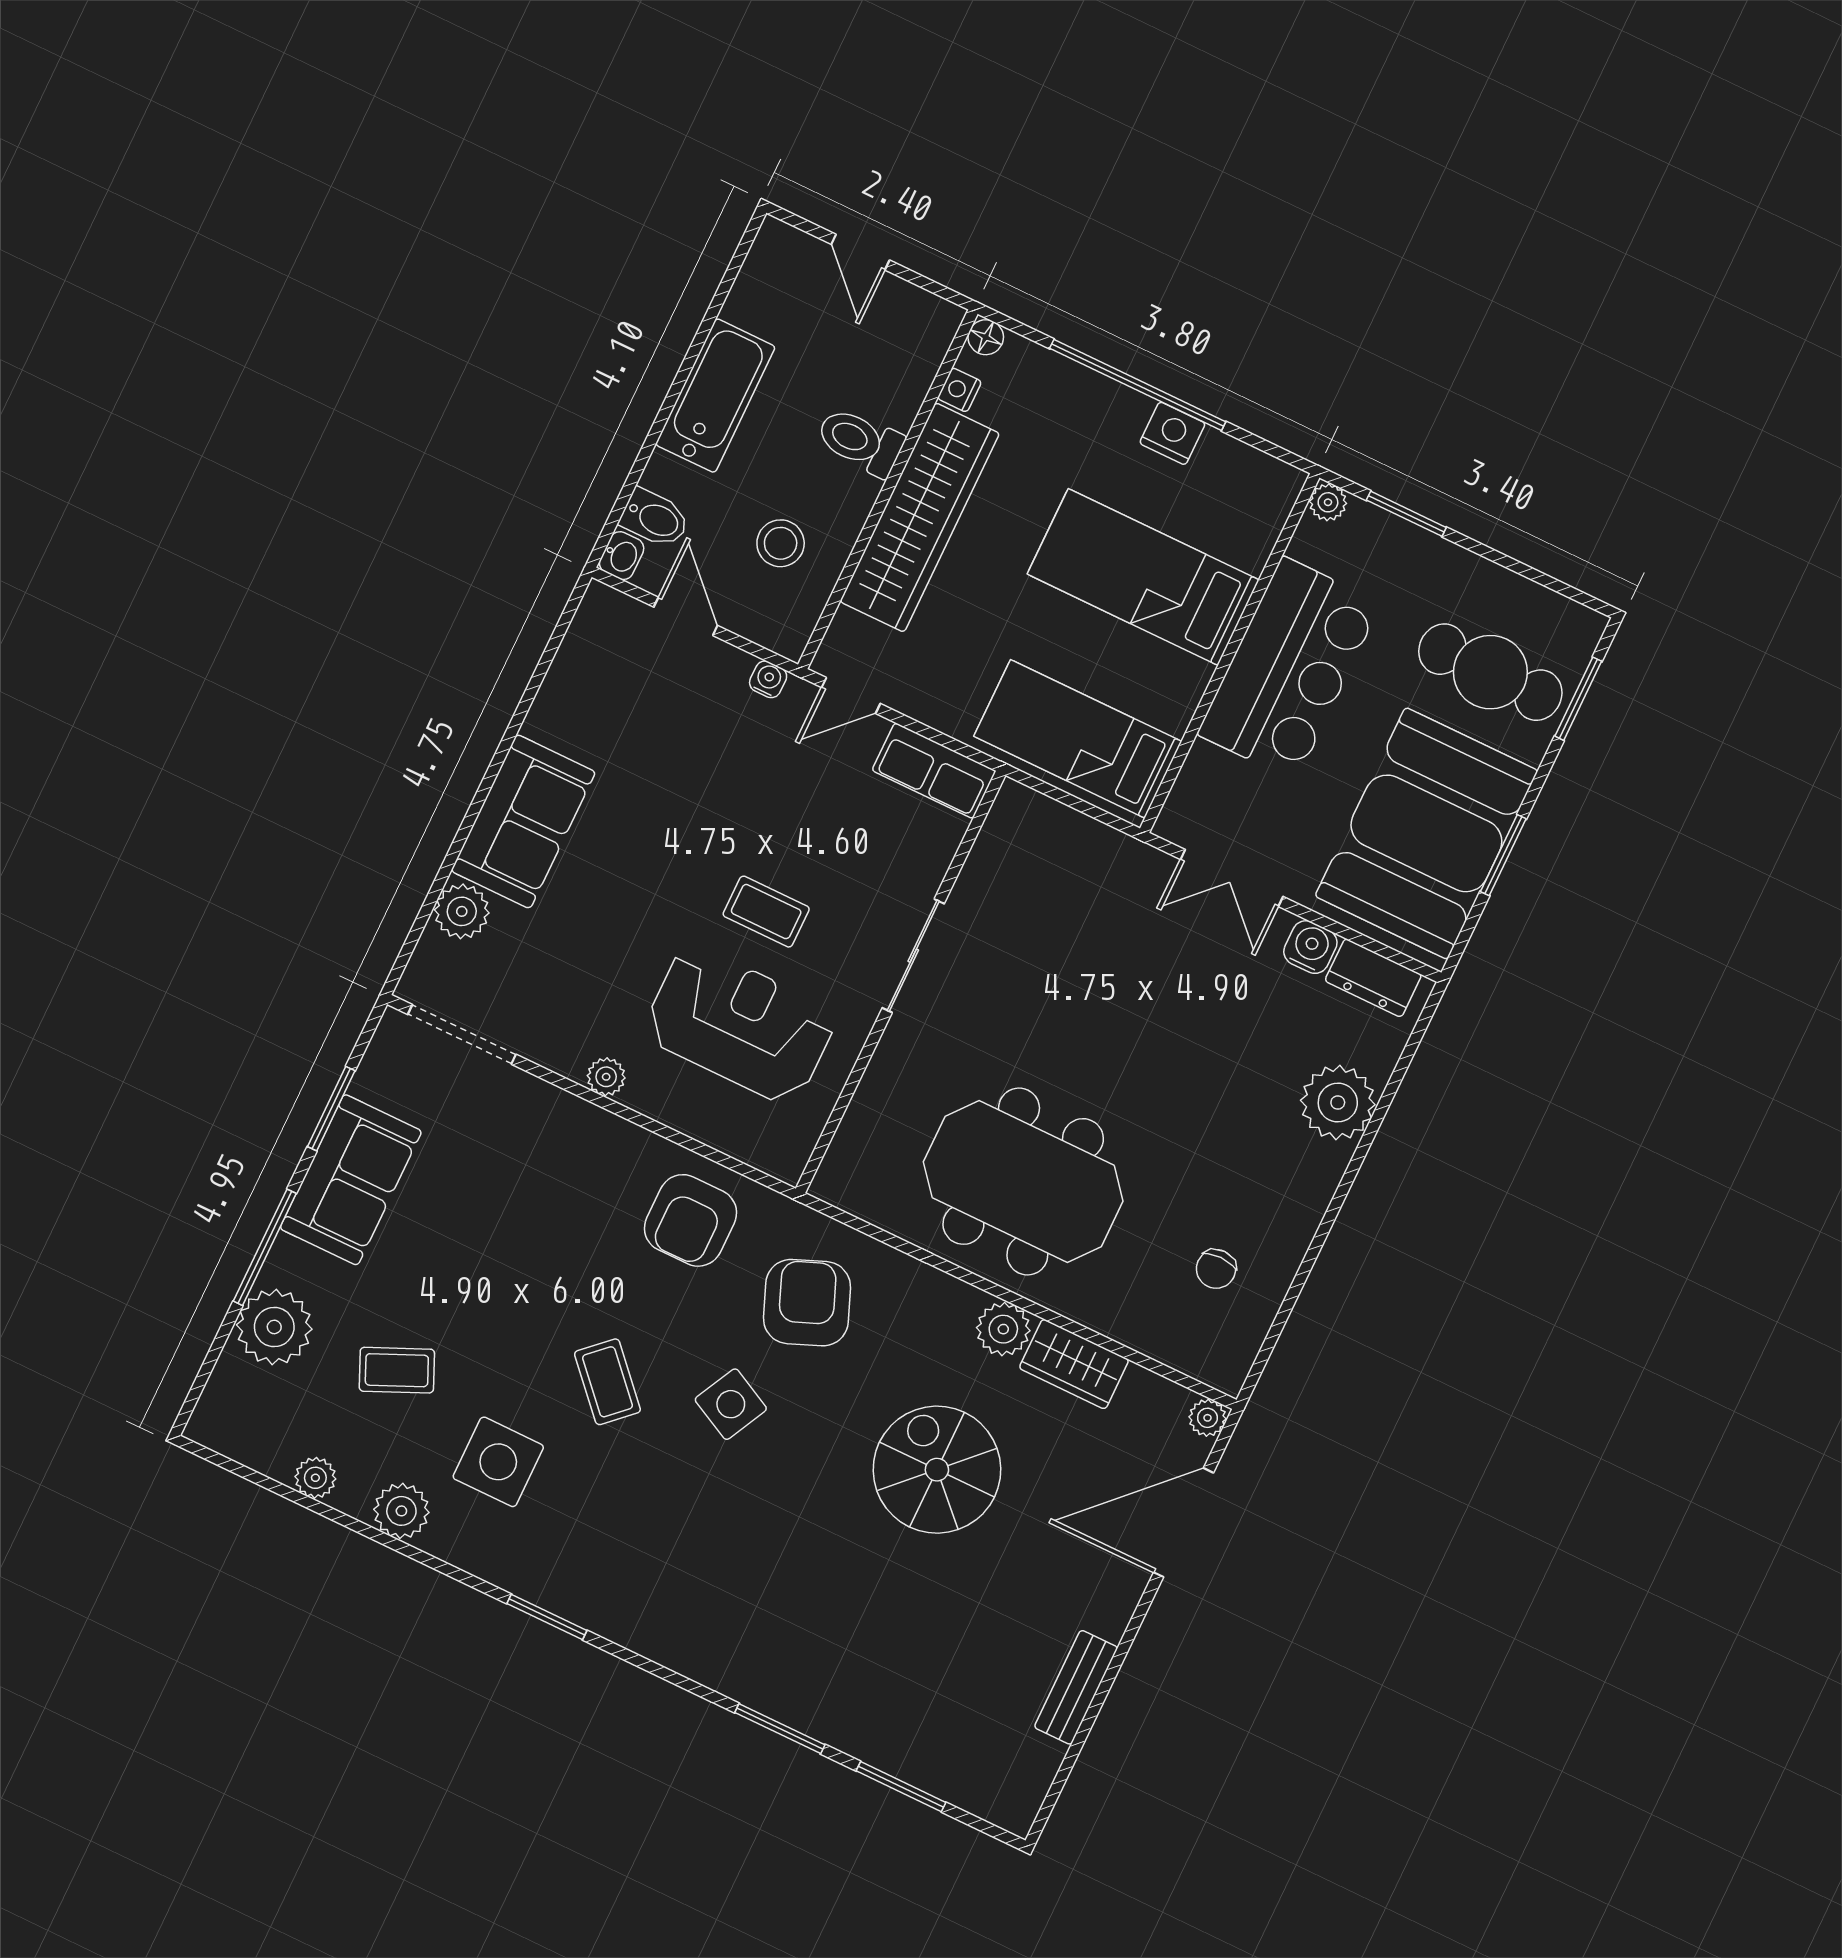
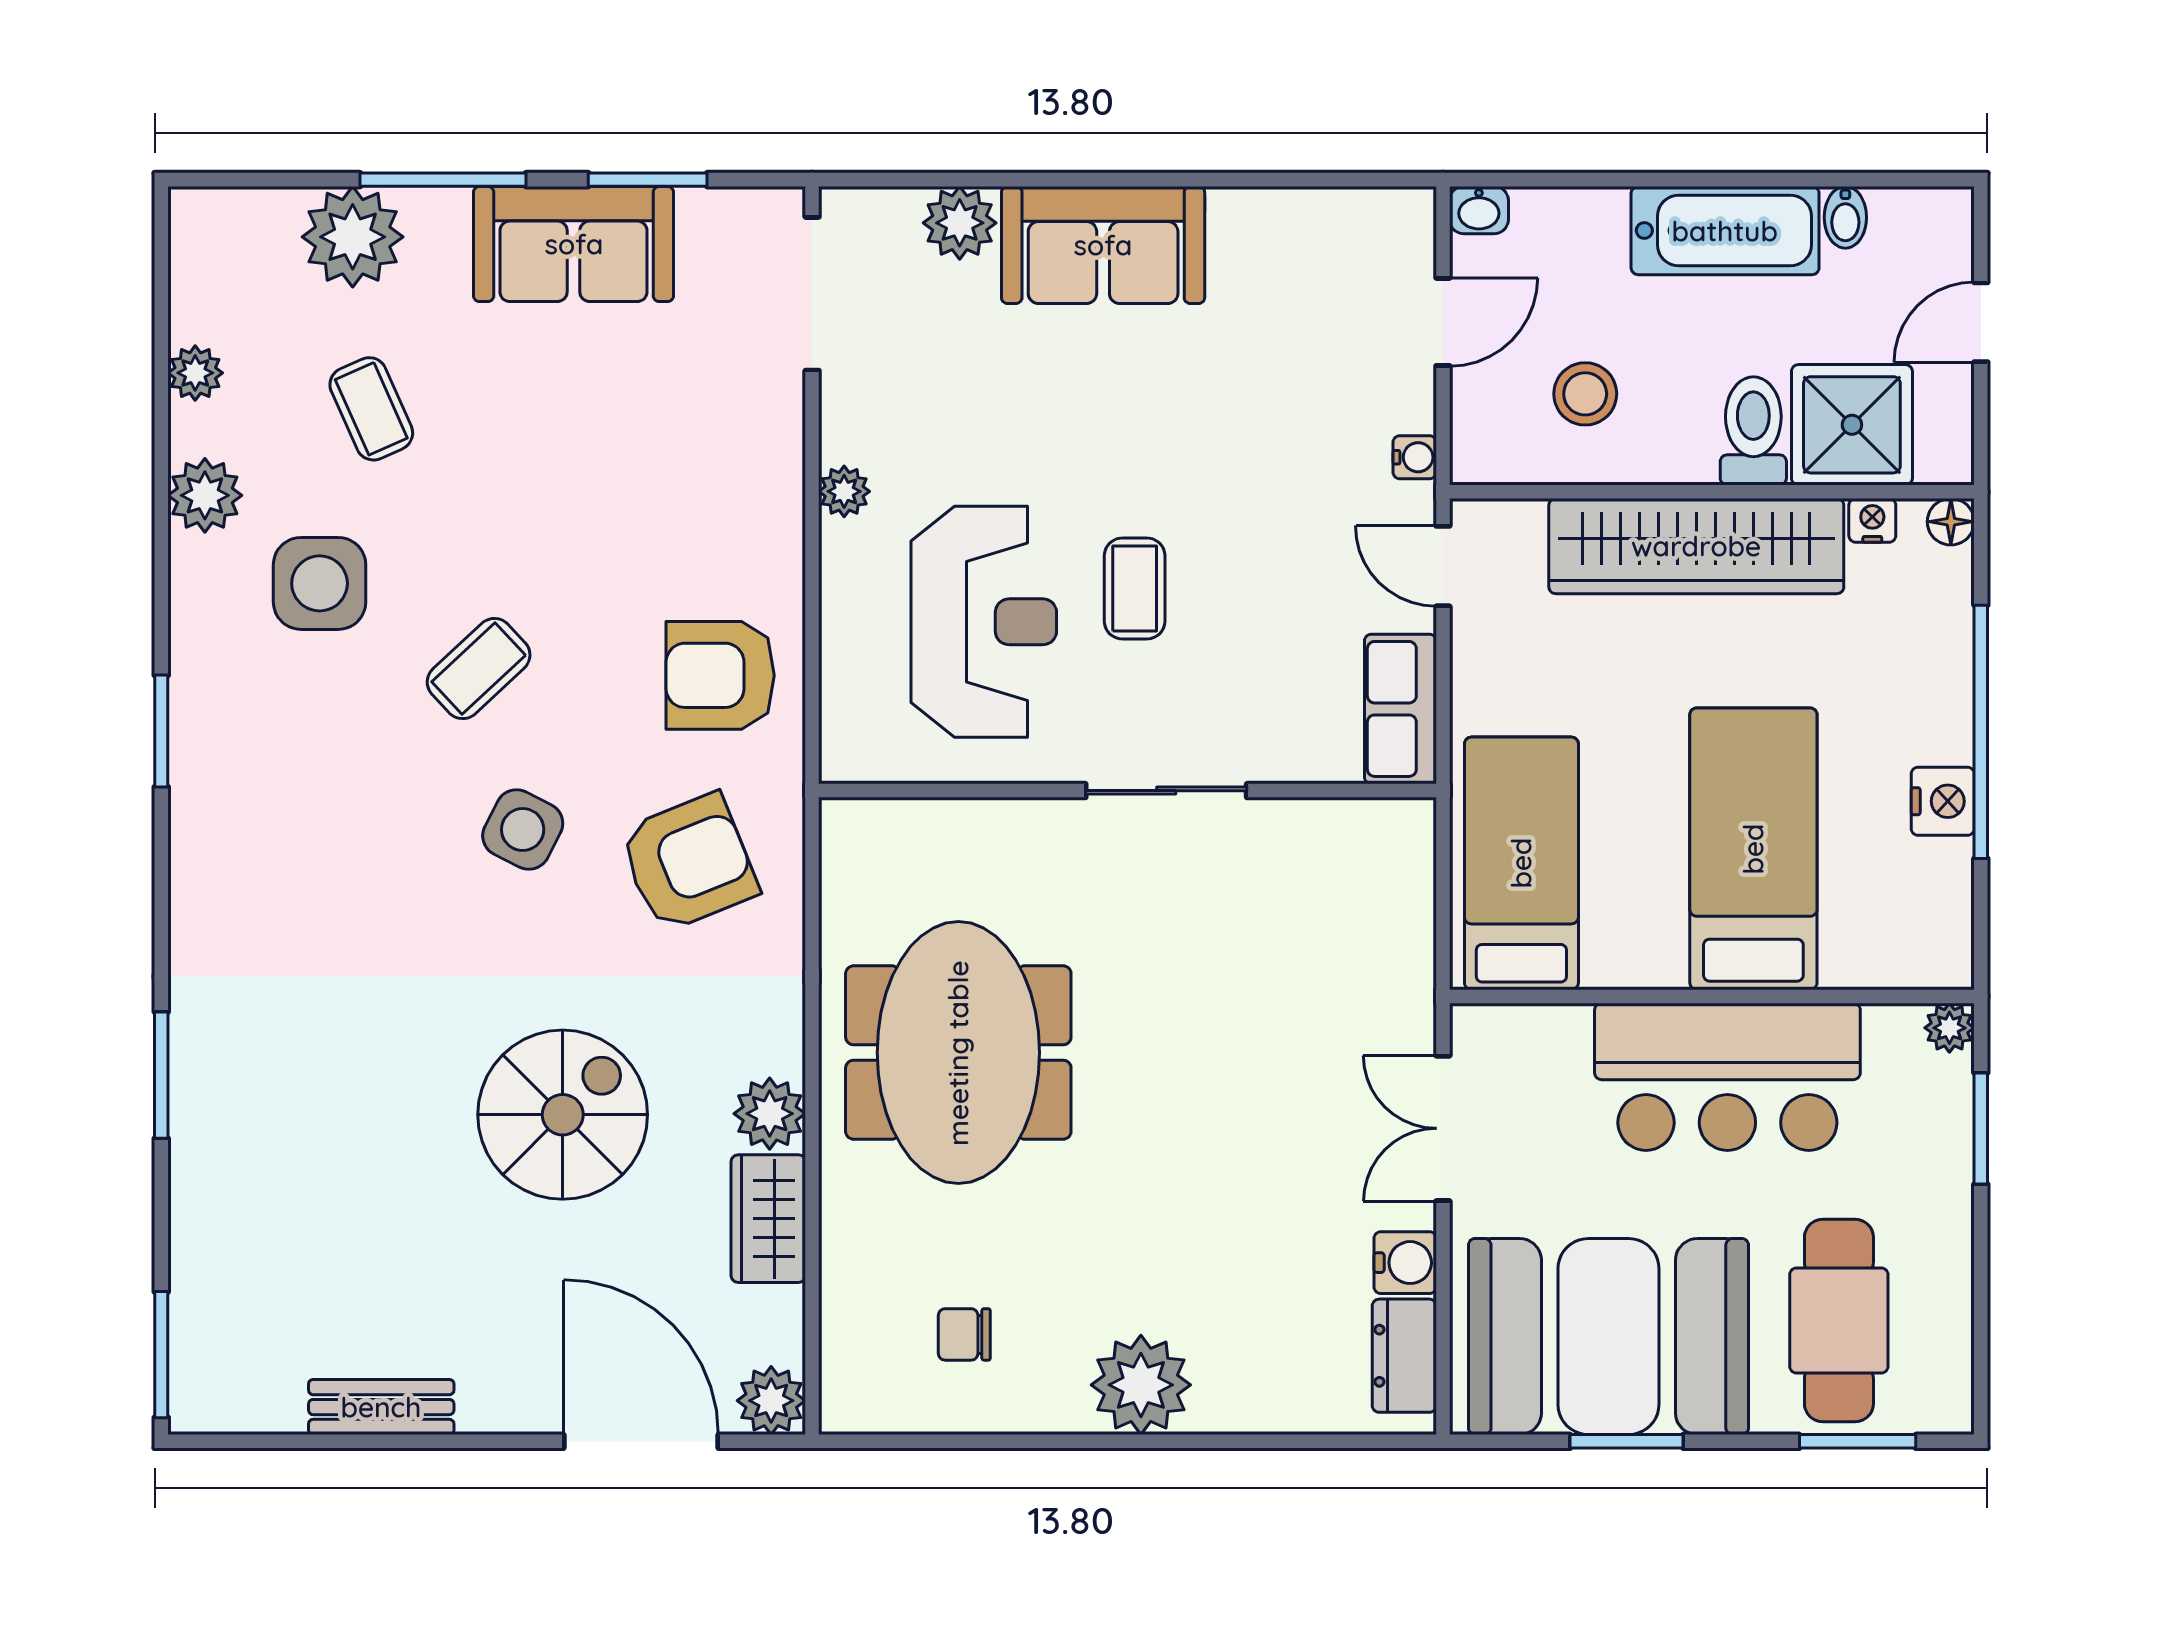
shower: (888, 373) -> (1852, 425), added
bidet: (655, 518) -> (1845, 217), moved, width x0.72, depth x0.74
plant: (1338, 1102) -> (1141, 1385), moved
plant: (1207, 1418) -> (771, 1401), width x1.38, depth x1.38
window: (901, 1787) -> (161, 1355), moved

